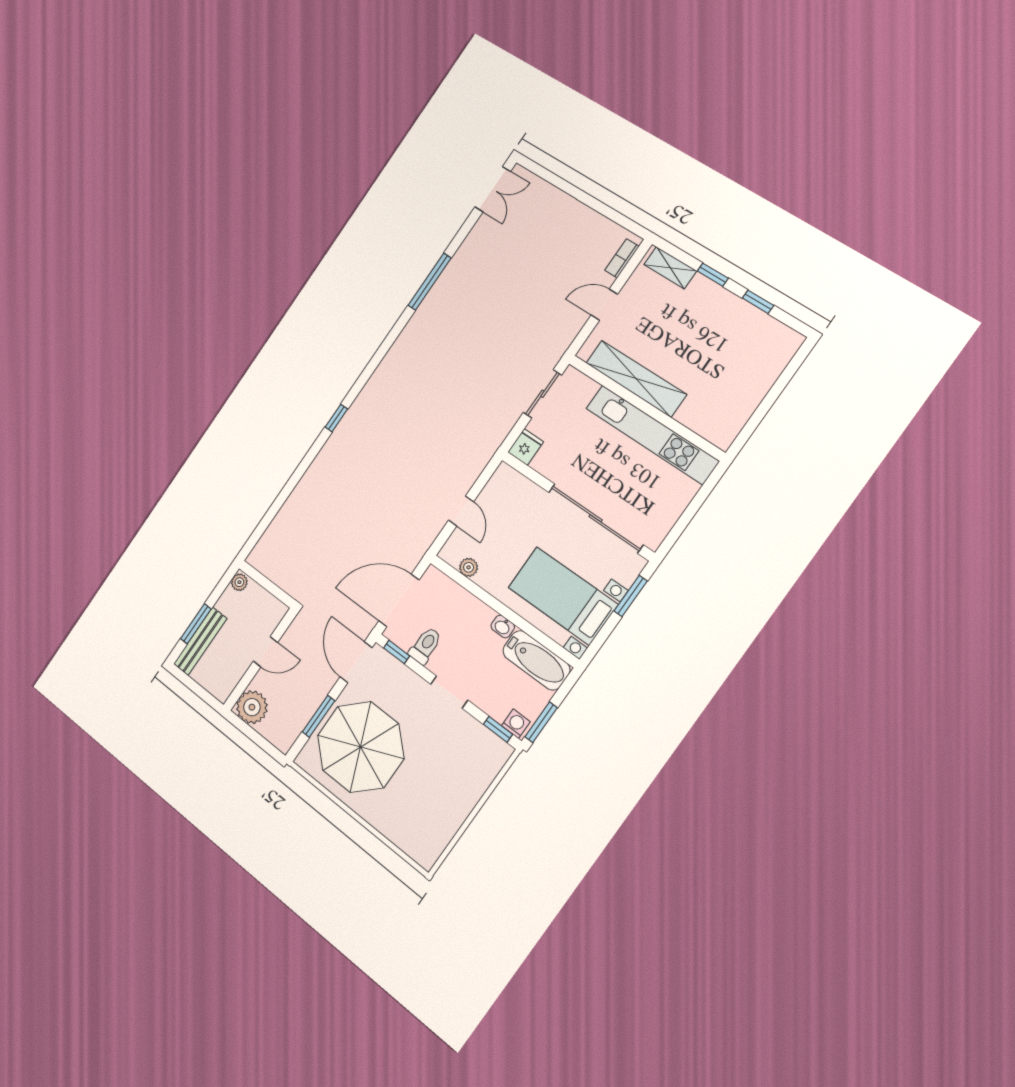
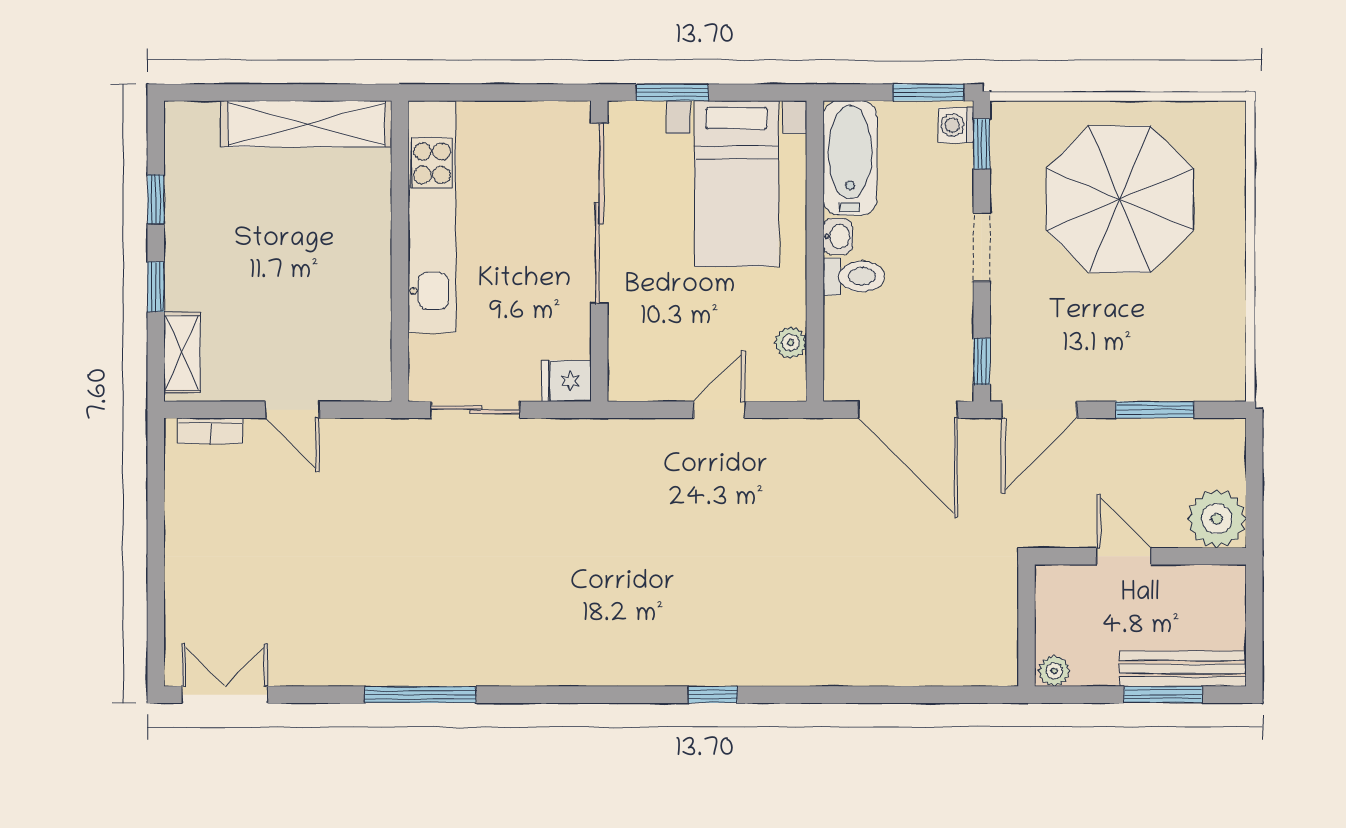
shelving: (636, 379) -> (306, 124), moved, turned 90
toilet: (425, 646) -> (854, 276), moved, turned 180
parasol: (361, 747) -> (1120, 199), moved

